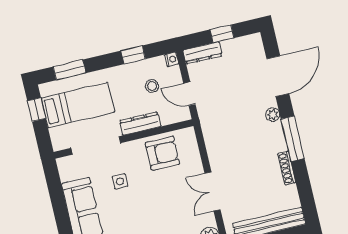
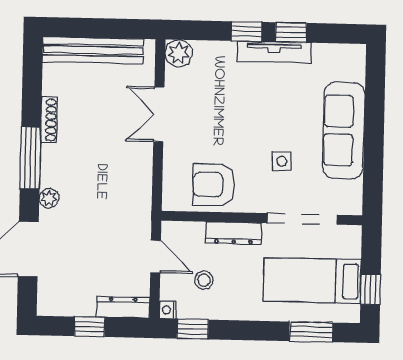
window: (133, 55) -> (193, 329), moved
double door: (213, 192) -> (159, 114), swing flipped

